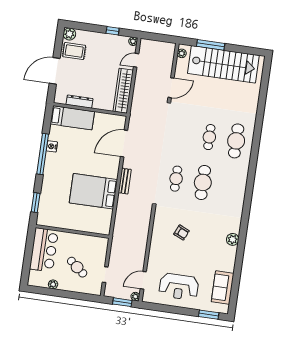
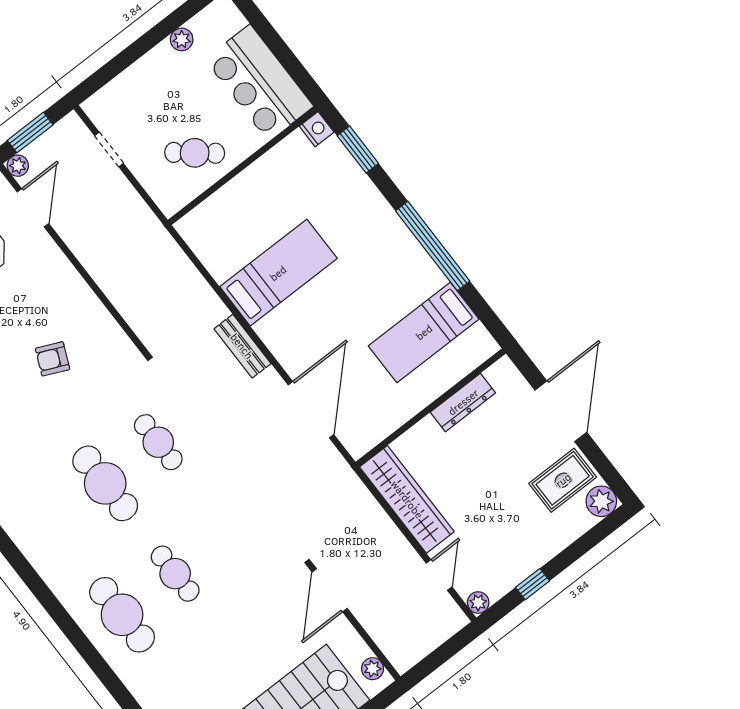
bed: (72, 118) -> (424, 332), moved
nightstand: (52, 146) -> (317, 129), moved
bed: (93, 191) -> (278, 273), width x0.67
cafe table: (77, 267) -> (195, 153), moved

